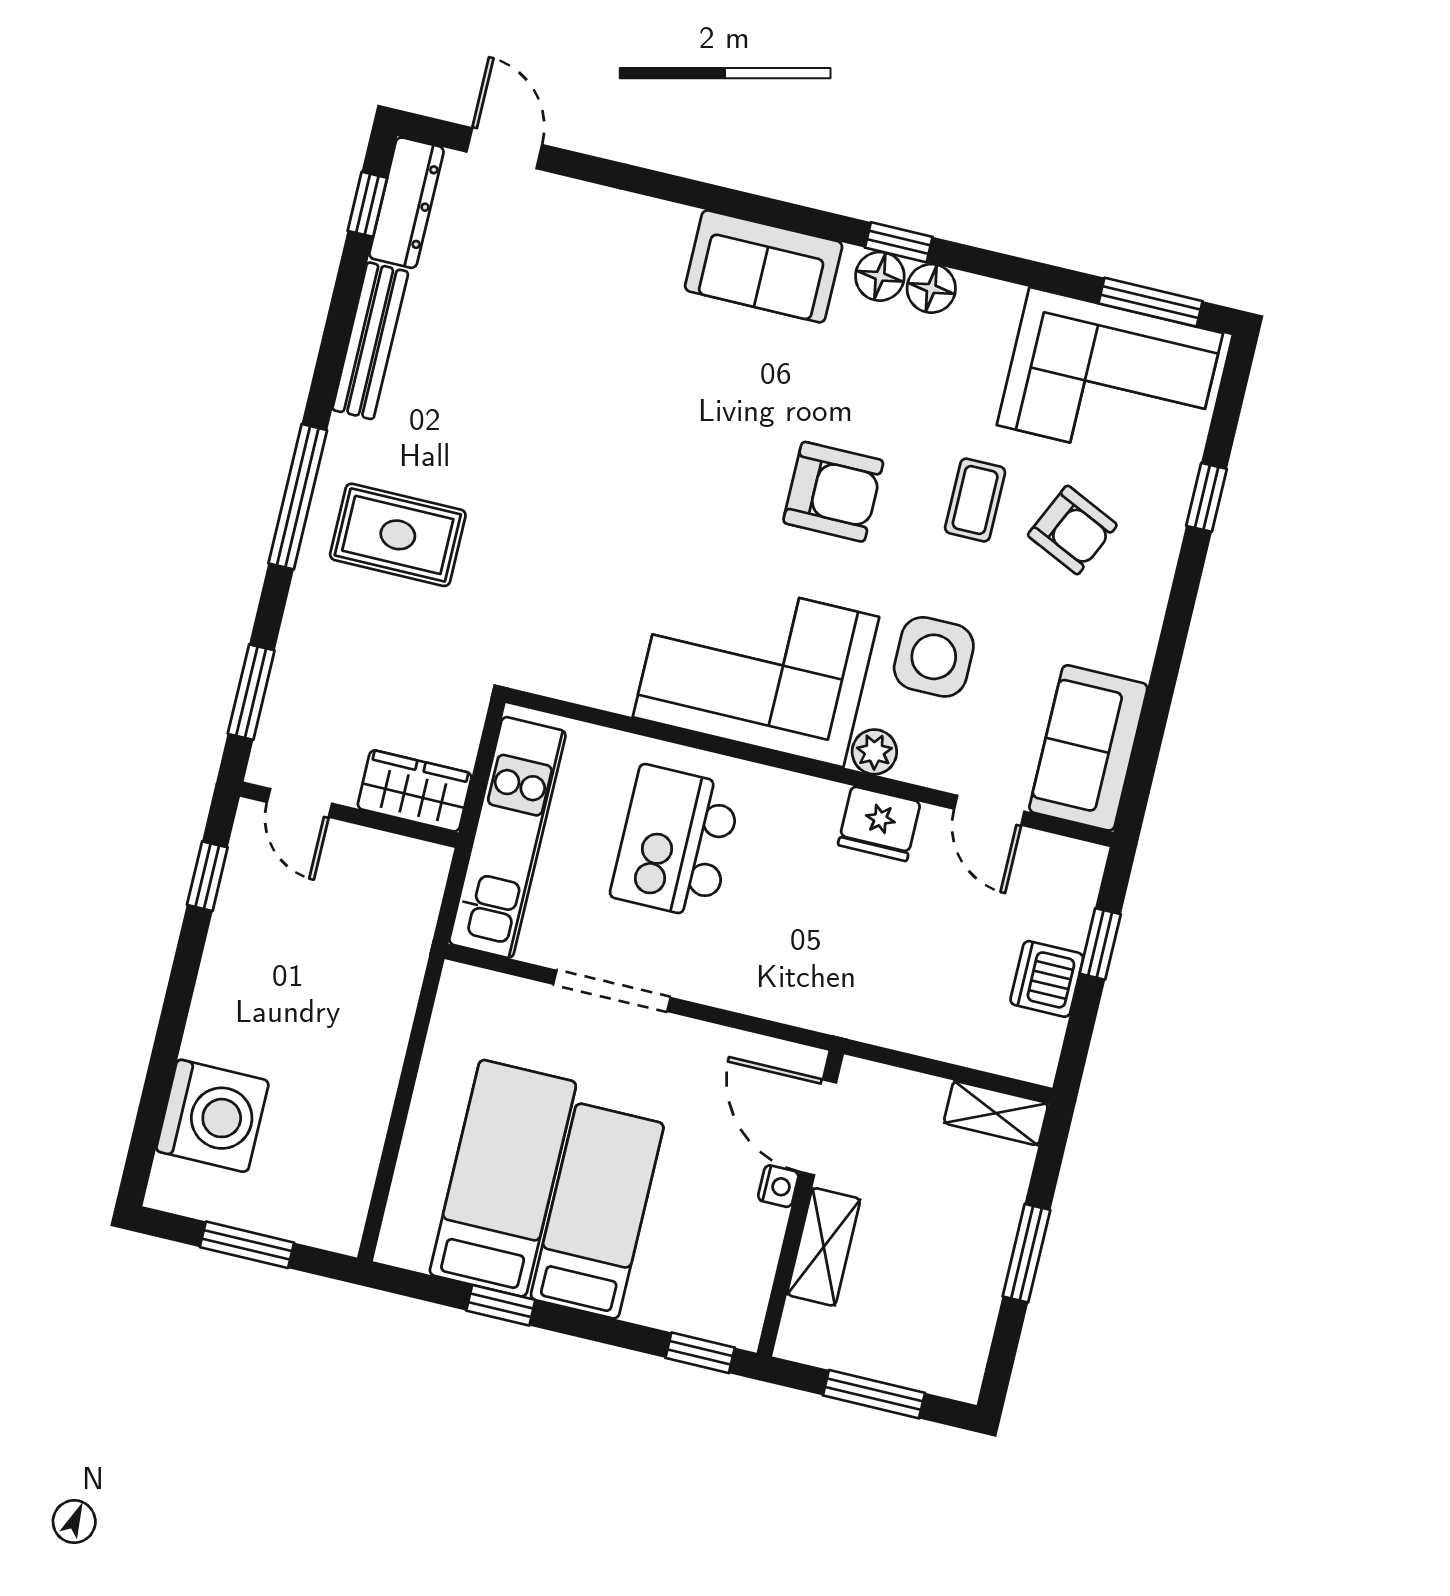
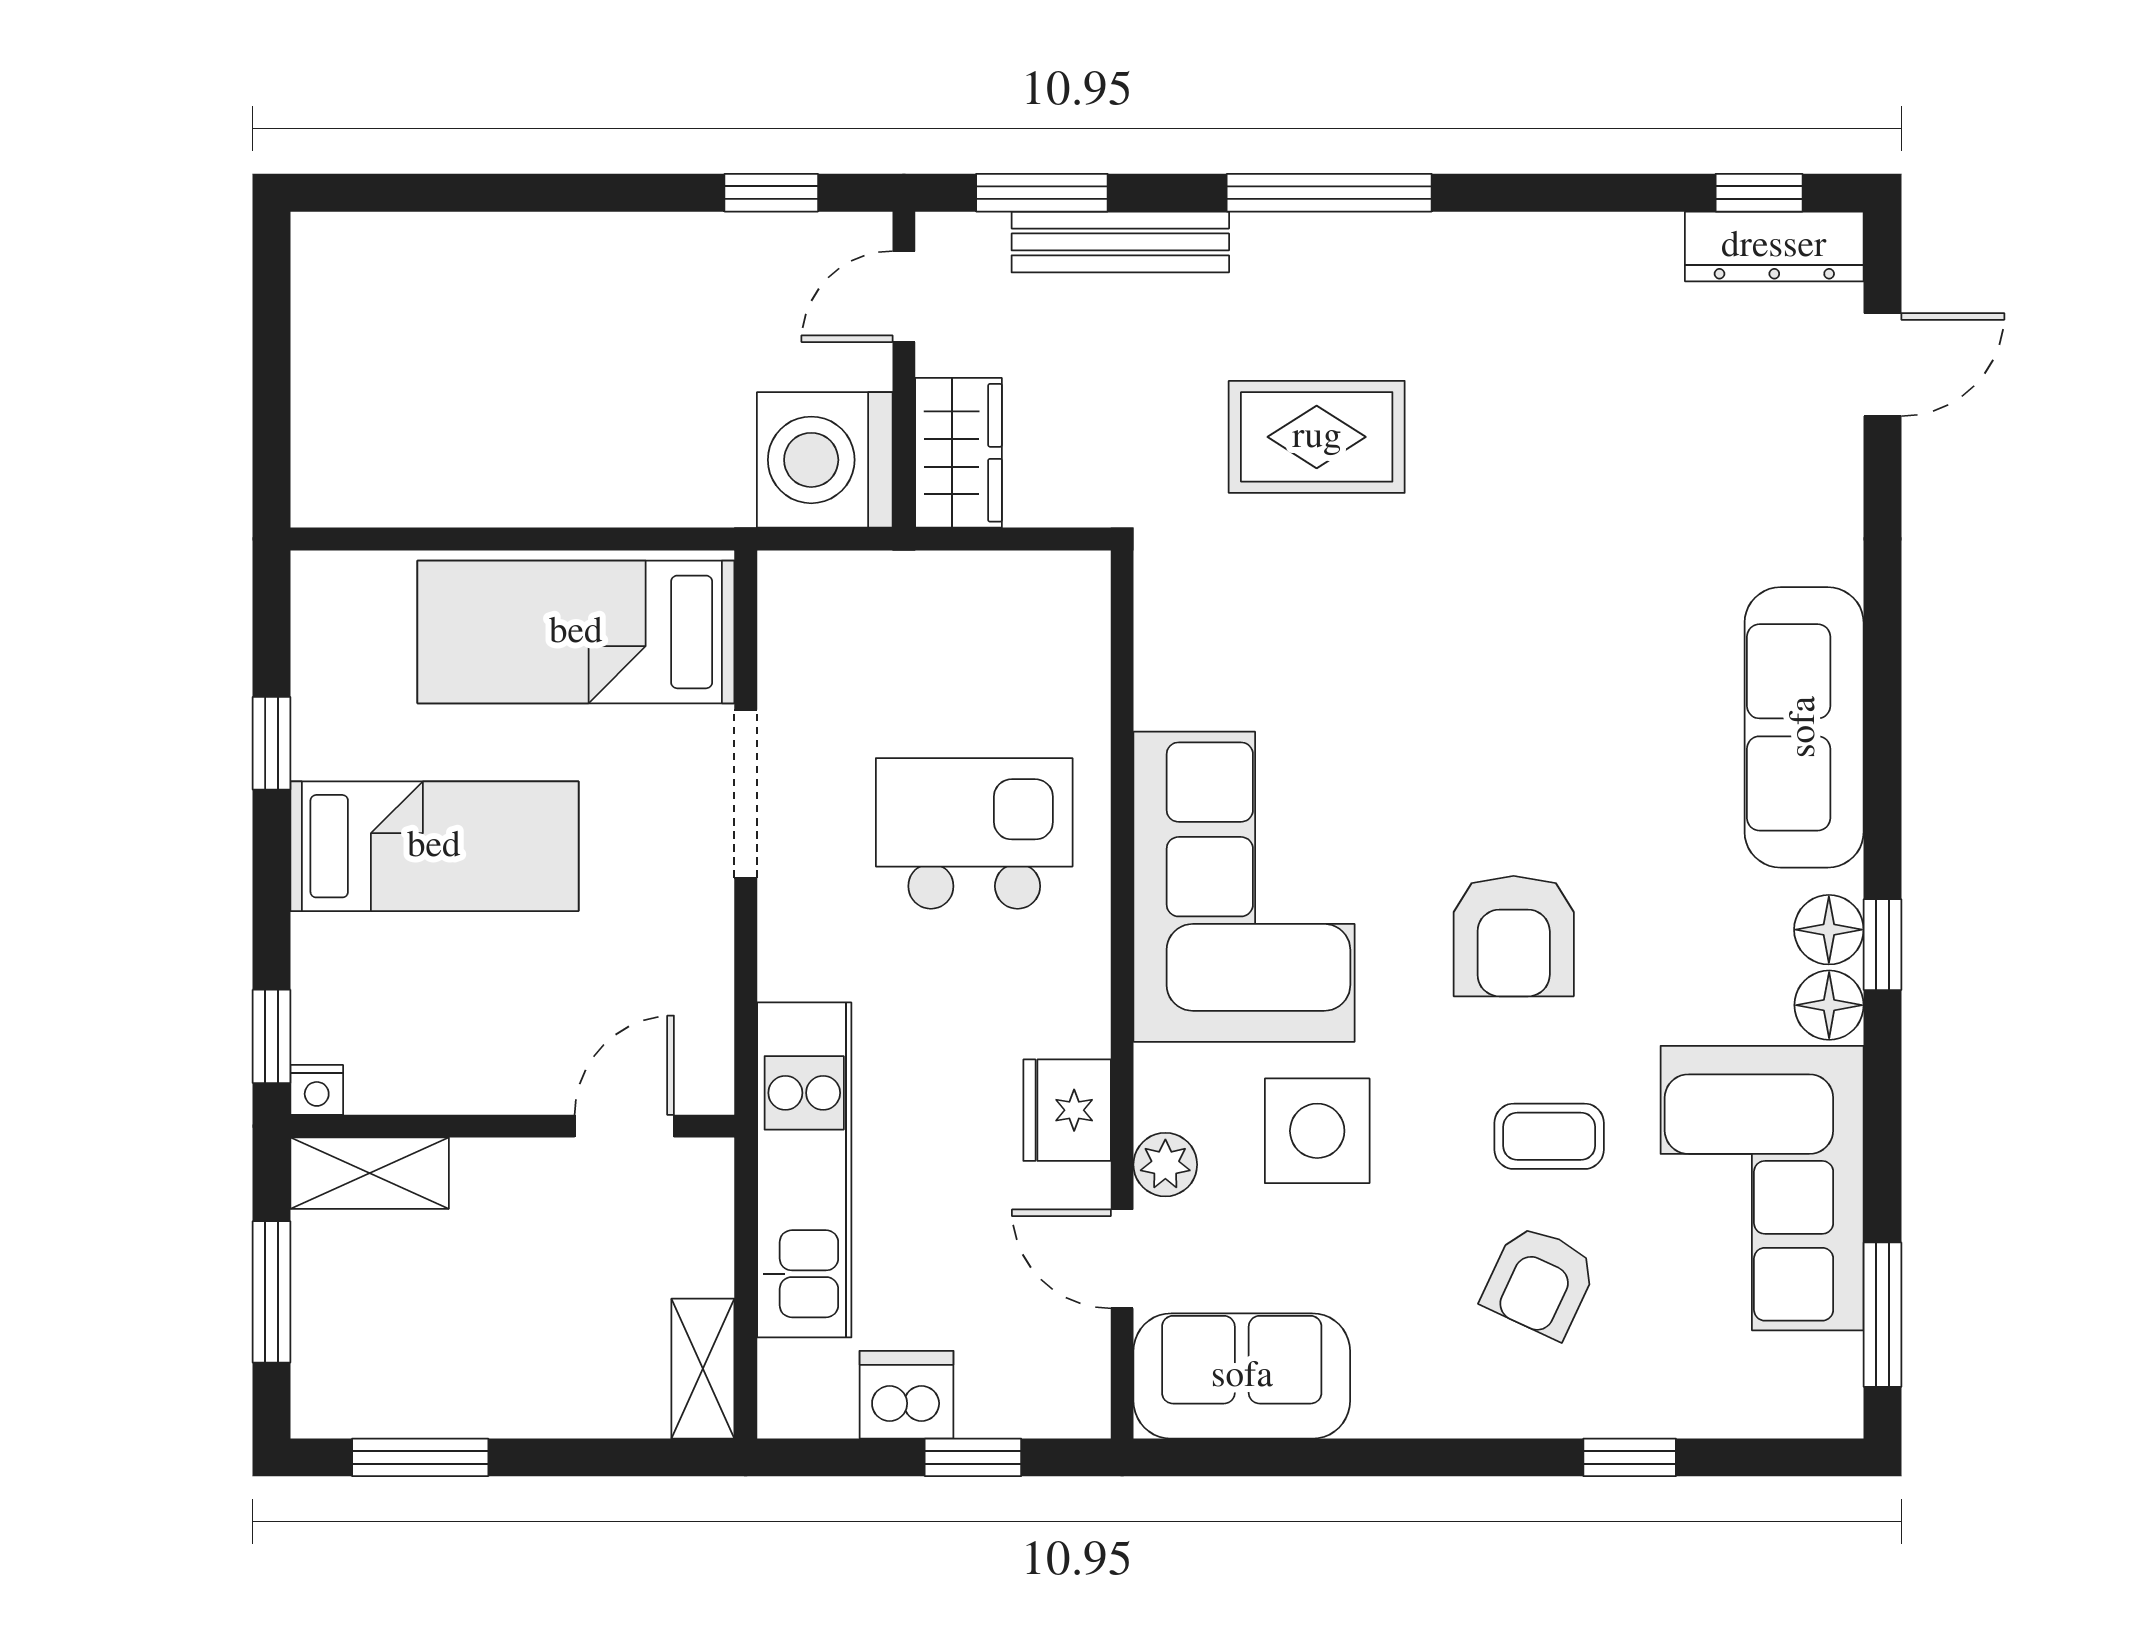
sofa: (764, 266) -> (1804, 727), width x1.36
bench: (370, 341) -> (1120, 242), moved
corner sofa: (1110, 379) -> (1762, 1188), moved
rug: (398, 535) -> (1317, 437), moved, turned 90
plant: (874, 752) -> (1165, 1165), moved
door: (989, 810) -> (1122, 1259), hinge flipped
kitchen unit: (507, 838) -> (804, 1170), moved, turned -90
washing machine: (212, 1116) -> (825, 460), moved, turned 90
door: (818, 1127) -> (624, 1126), width x0.73
bed: (503, 1178) -> (576, 632), moved, turned 180
nightstand: (778, 1186) -> (317, 1090), moved
window: (247, 1245) -> (271, 370), removed
shelving: (824, 1247) -> (370, 1173), moved
window: (1026, 1253) -> (420, 1457), moved

